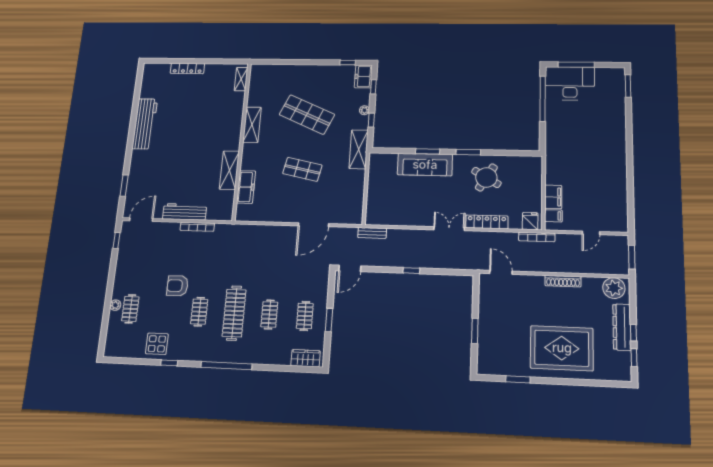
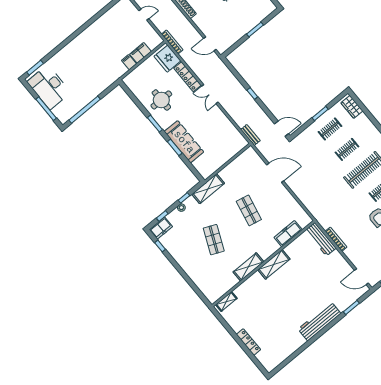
desk: (570, 83) -> (49, 87), moved
shop shelf: (307, 115) -> (214, 240), width x0.70, depth x0.74
workbench: (145, 124) -> (319, 321), moved
shelving: (229, 170) -> (274, 264), moved
round table: (486, 177) -> (161, 100), turned -31
workbench: (185, 212) -> (321, 239), moved
filing cabinet: (553, 216) -> (129, 62), moved
fridge: (530, 221) -> (167, 59), width x1.88, depth x1.34
door: (501, 272) -> (210, 44), hinge flipped

